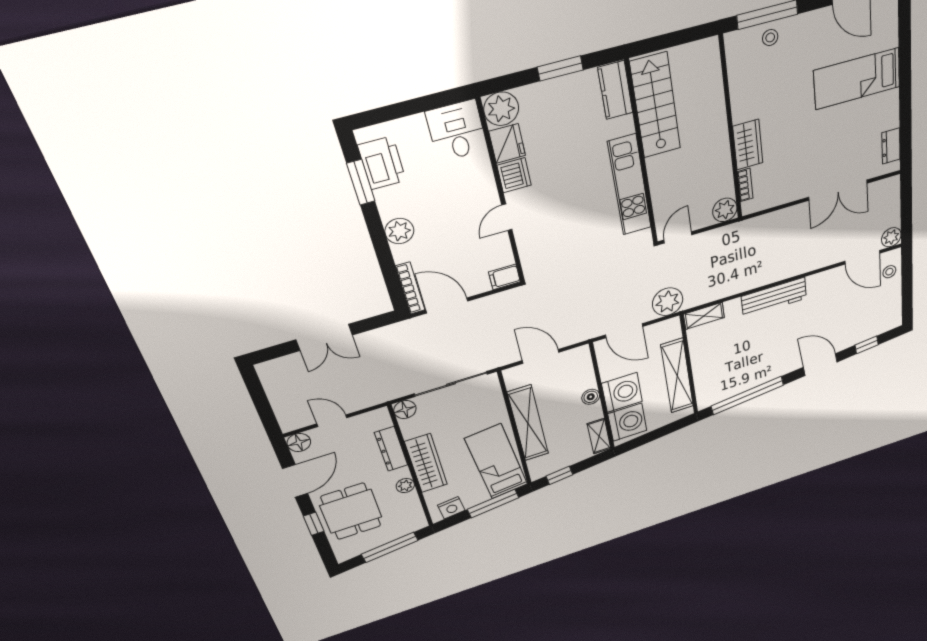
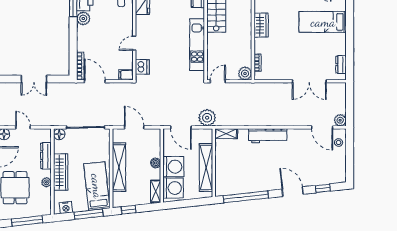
wardrobe: (748, 145) -> (261, 25), moved
dishwasher: (514, 175) -> (142, 67), moved
plant: (399, 231) -> (83, 18), moved

